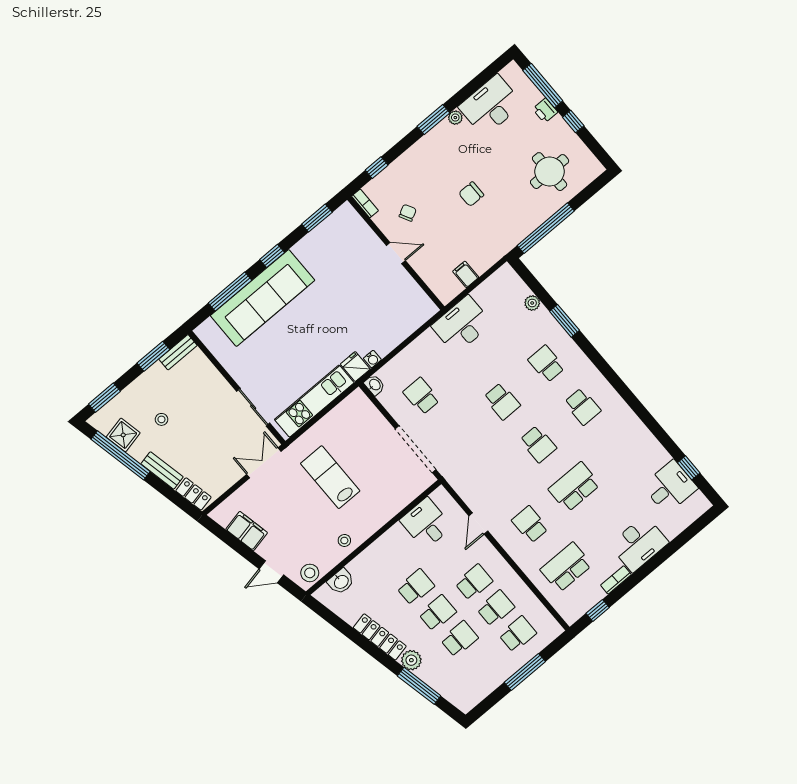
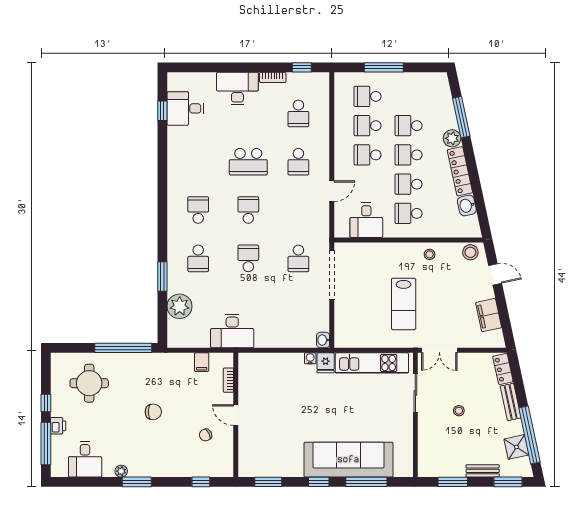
desk: (491, 105) -> (85, 459), width x0.73
bookcase: (365, 203) -> (228, 380), moved
plant: (532, 303) -> (180, 306), width x1.88, depth x1.88
bench: (178, 352) -> (483, 471), moved
school desk: (421, 396) -> (298, 258), moved
stool: (161, 419) -> (459, 411), moved
school desk: (394, 561) -> (409, 213), added
school desk: (566, 567) -> (298, 113), width x0.54
washbasin: (341, 582) -> (467, 205), moved, turned -102

